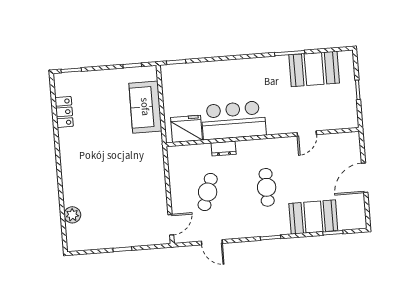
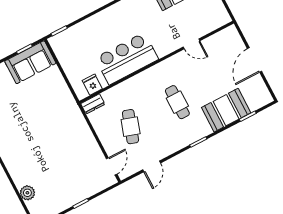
sofa: (145, 107) -> (30, 62), moved, turned -90
fridge: (186, 129) -> (92, 85), width x0.53, depth x0.75
door: (307, 134) -> (192, 44), hinge flipped
dresser: (224, 149) -> (93, 104), moved
door: (212, 242) -> (152, 166), hinge flipped

